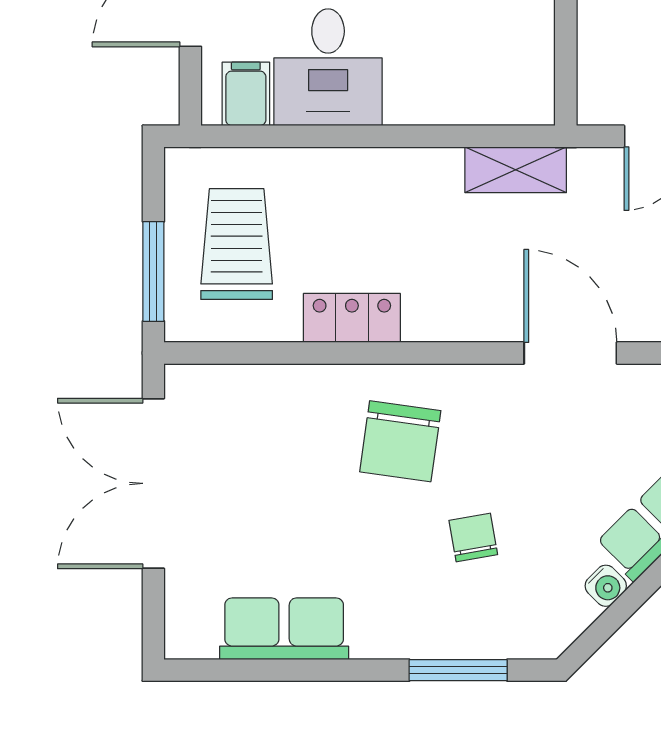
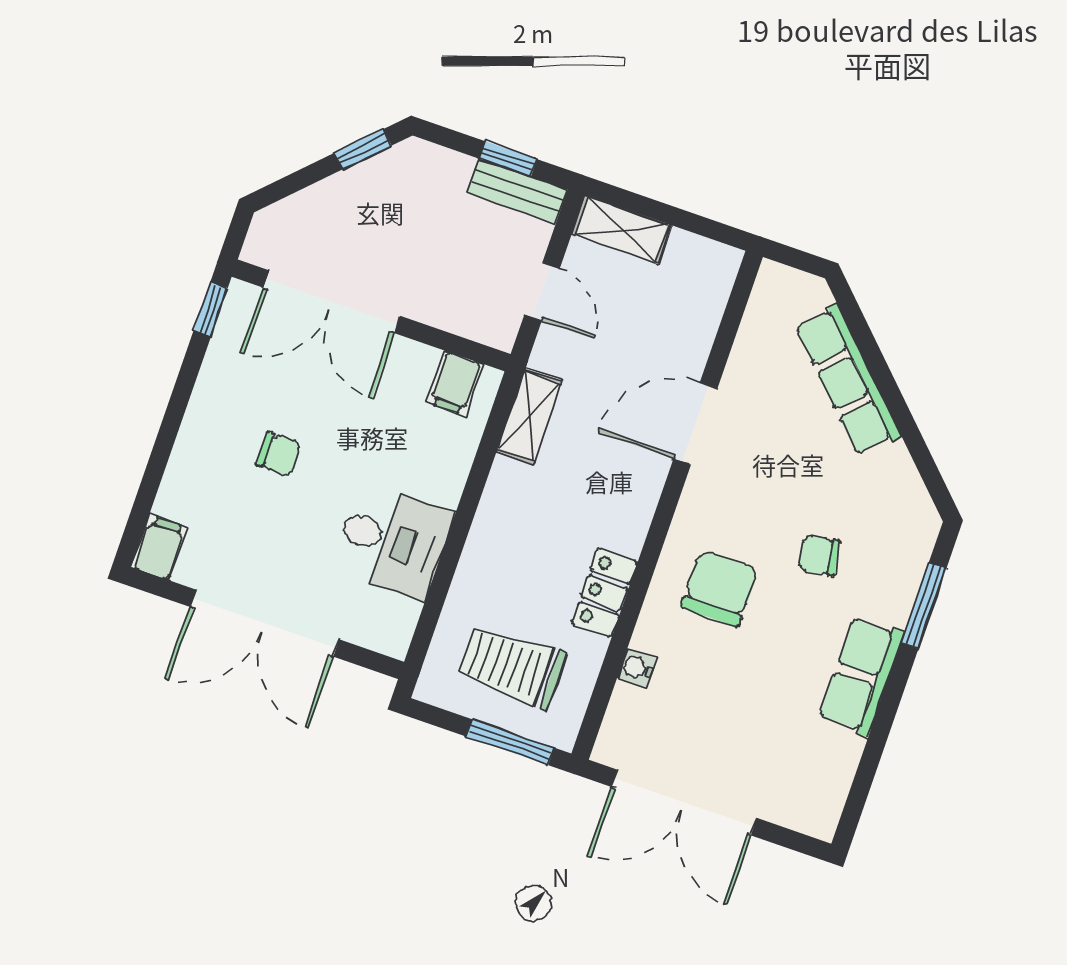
filing cabinet: (246, 94) -> (455, 383), moved, turned -90
chair: (400, 441) -> (719, 588), turned -98
water cooler: (606, 586) -> (637, 668), moved, turned -135
row of seats: (284, 629) -> (861, 676), moved

